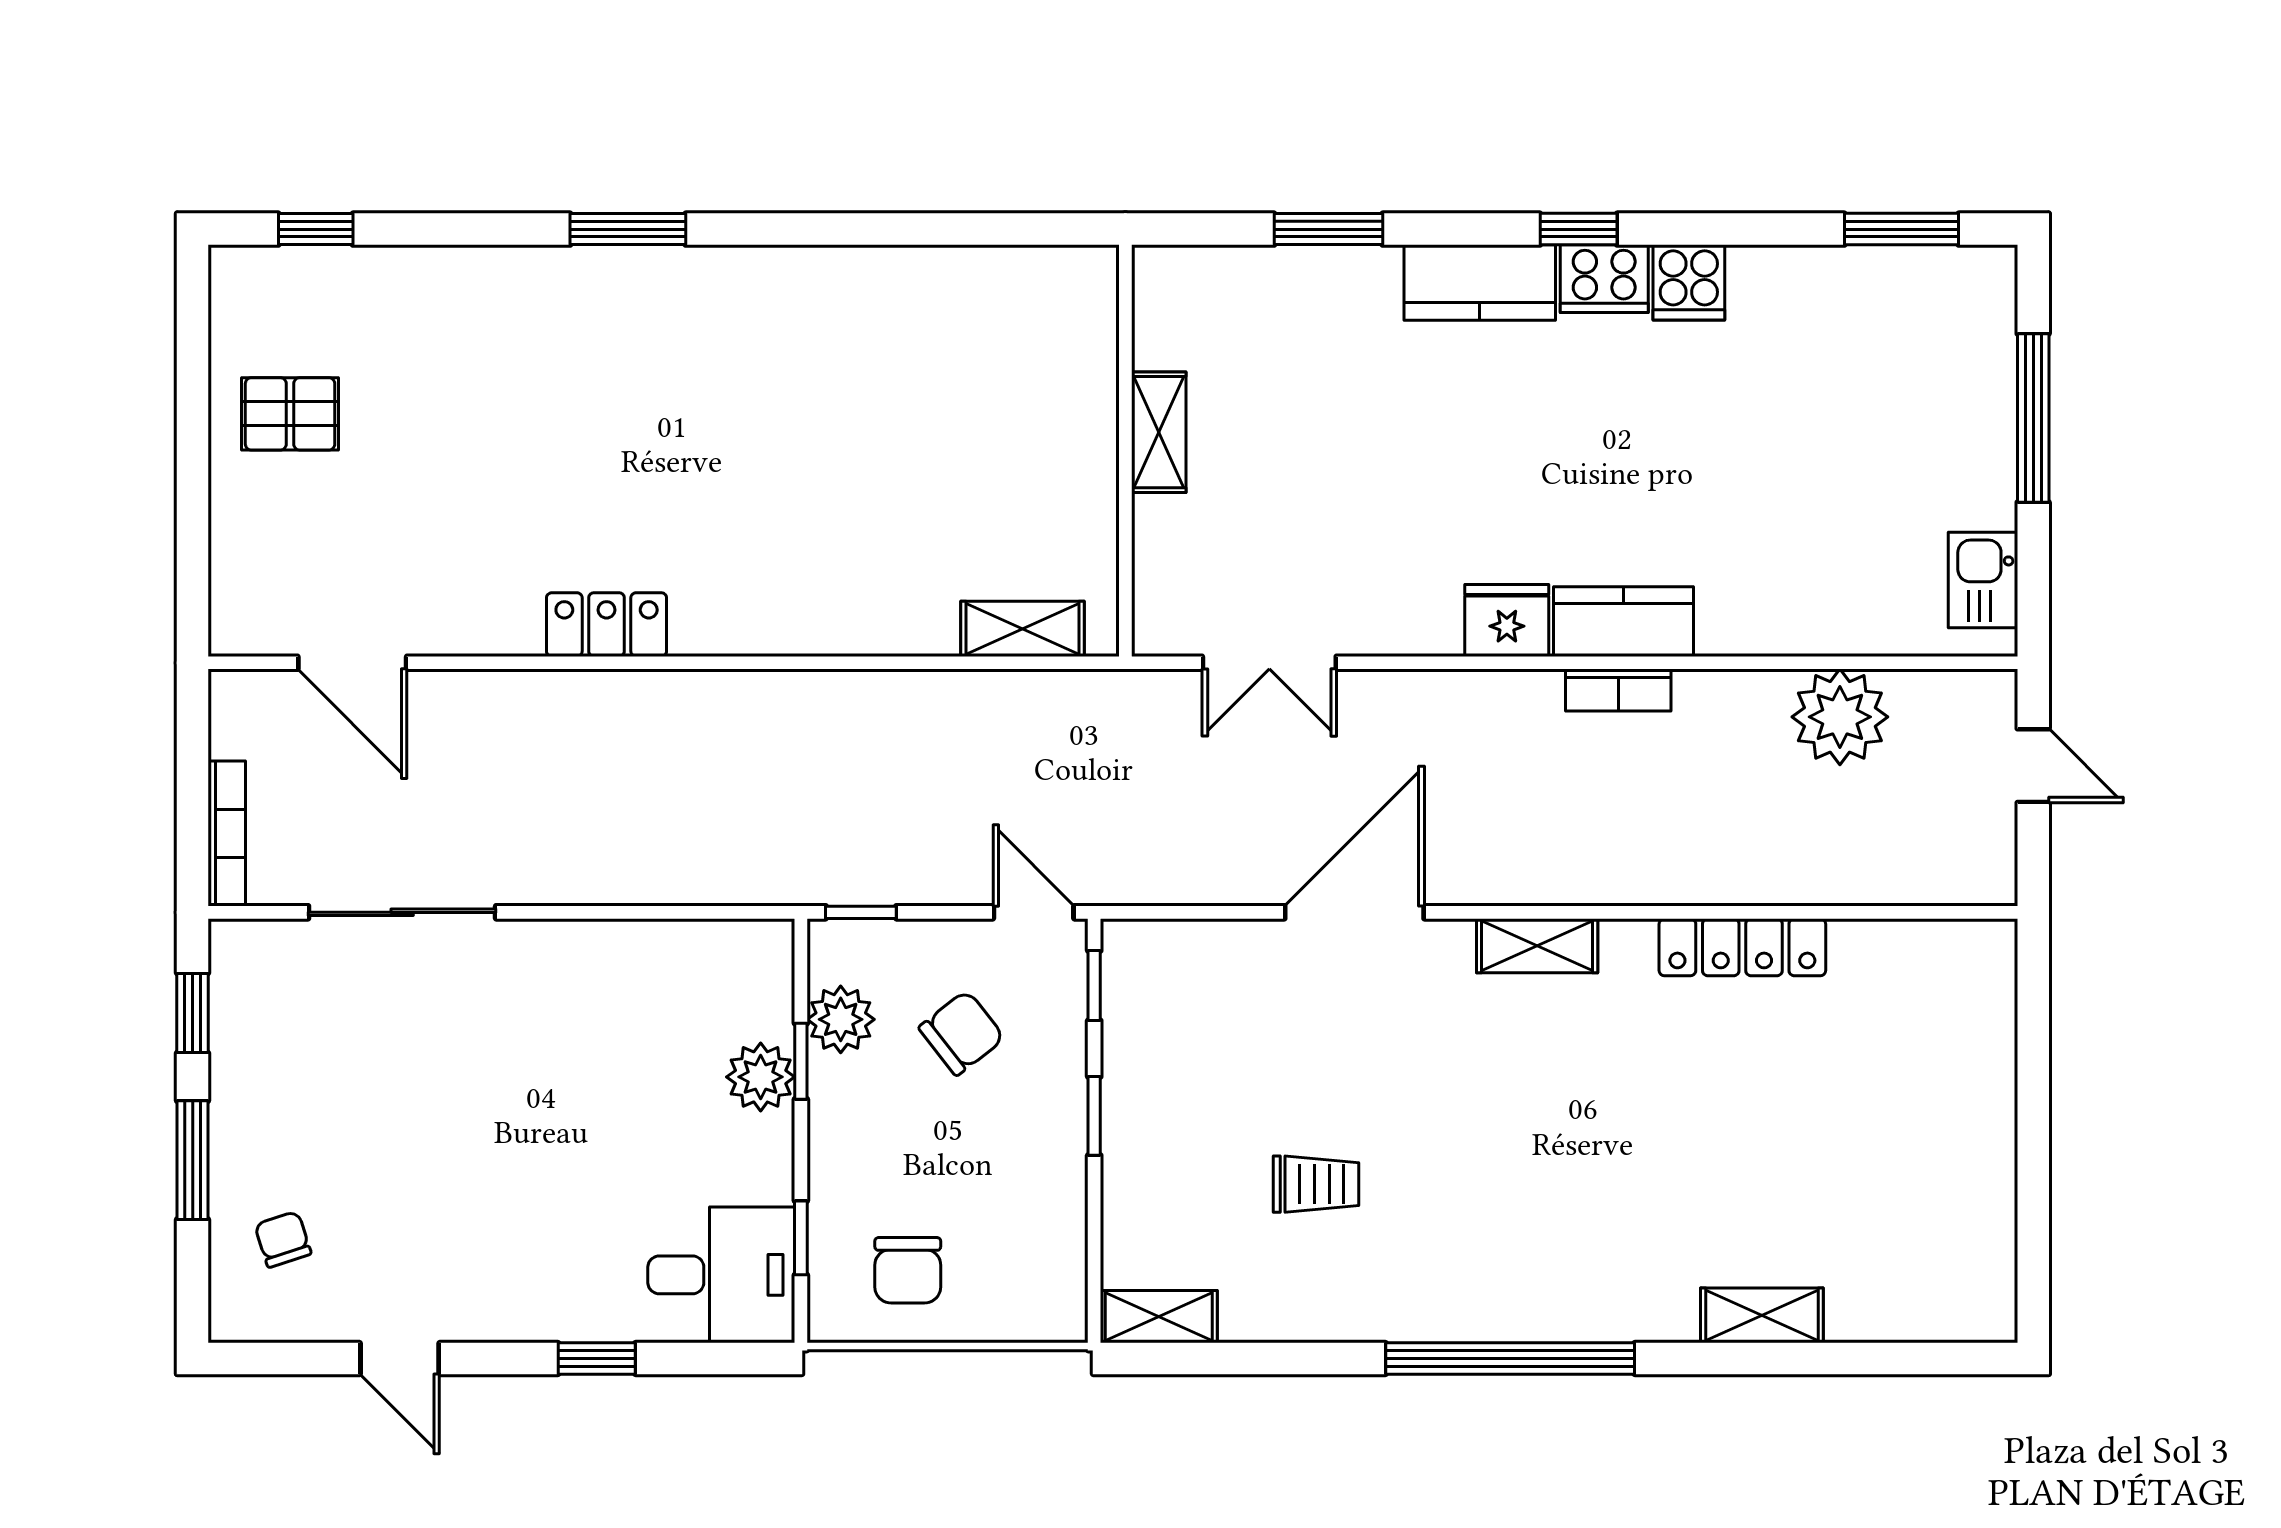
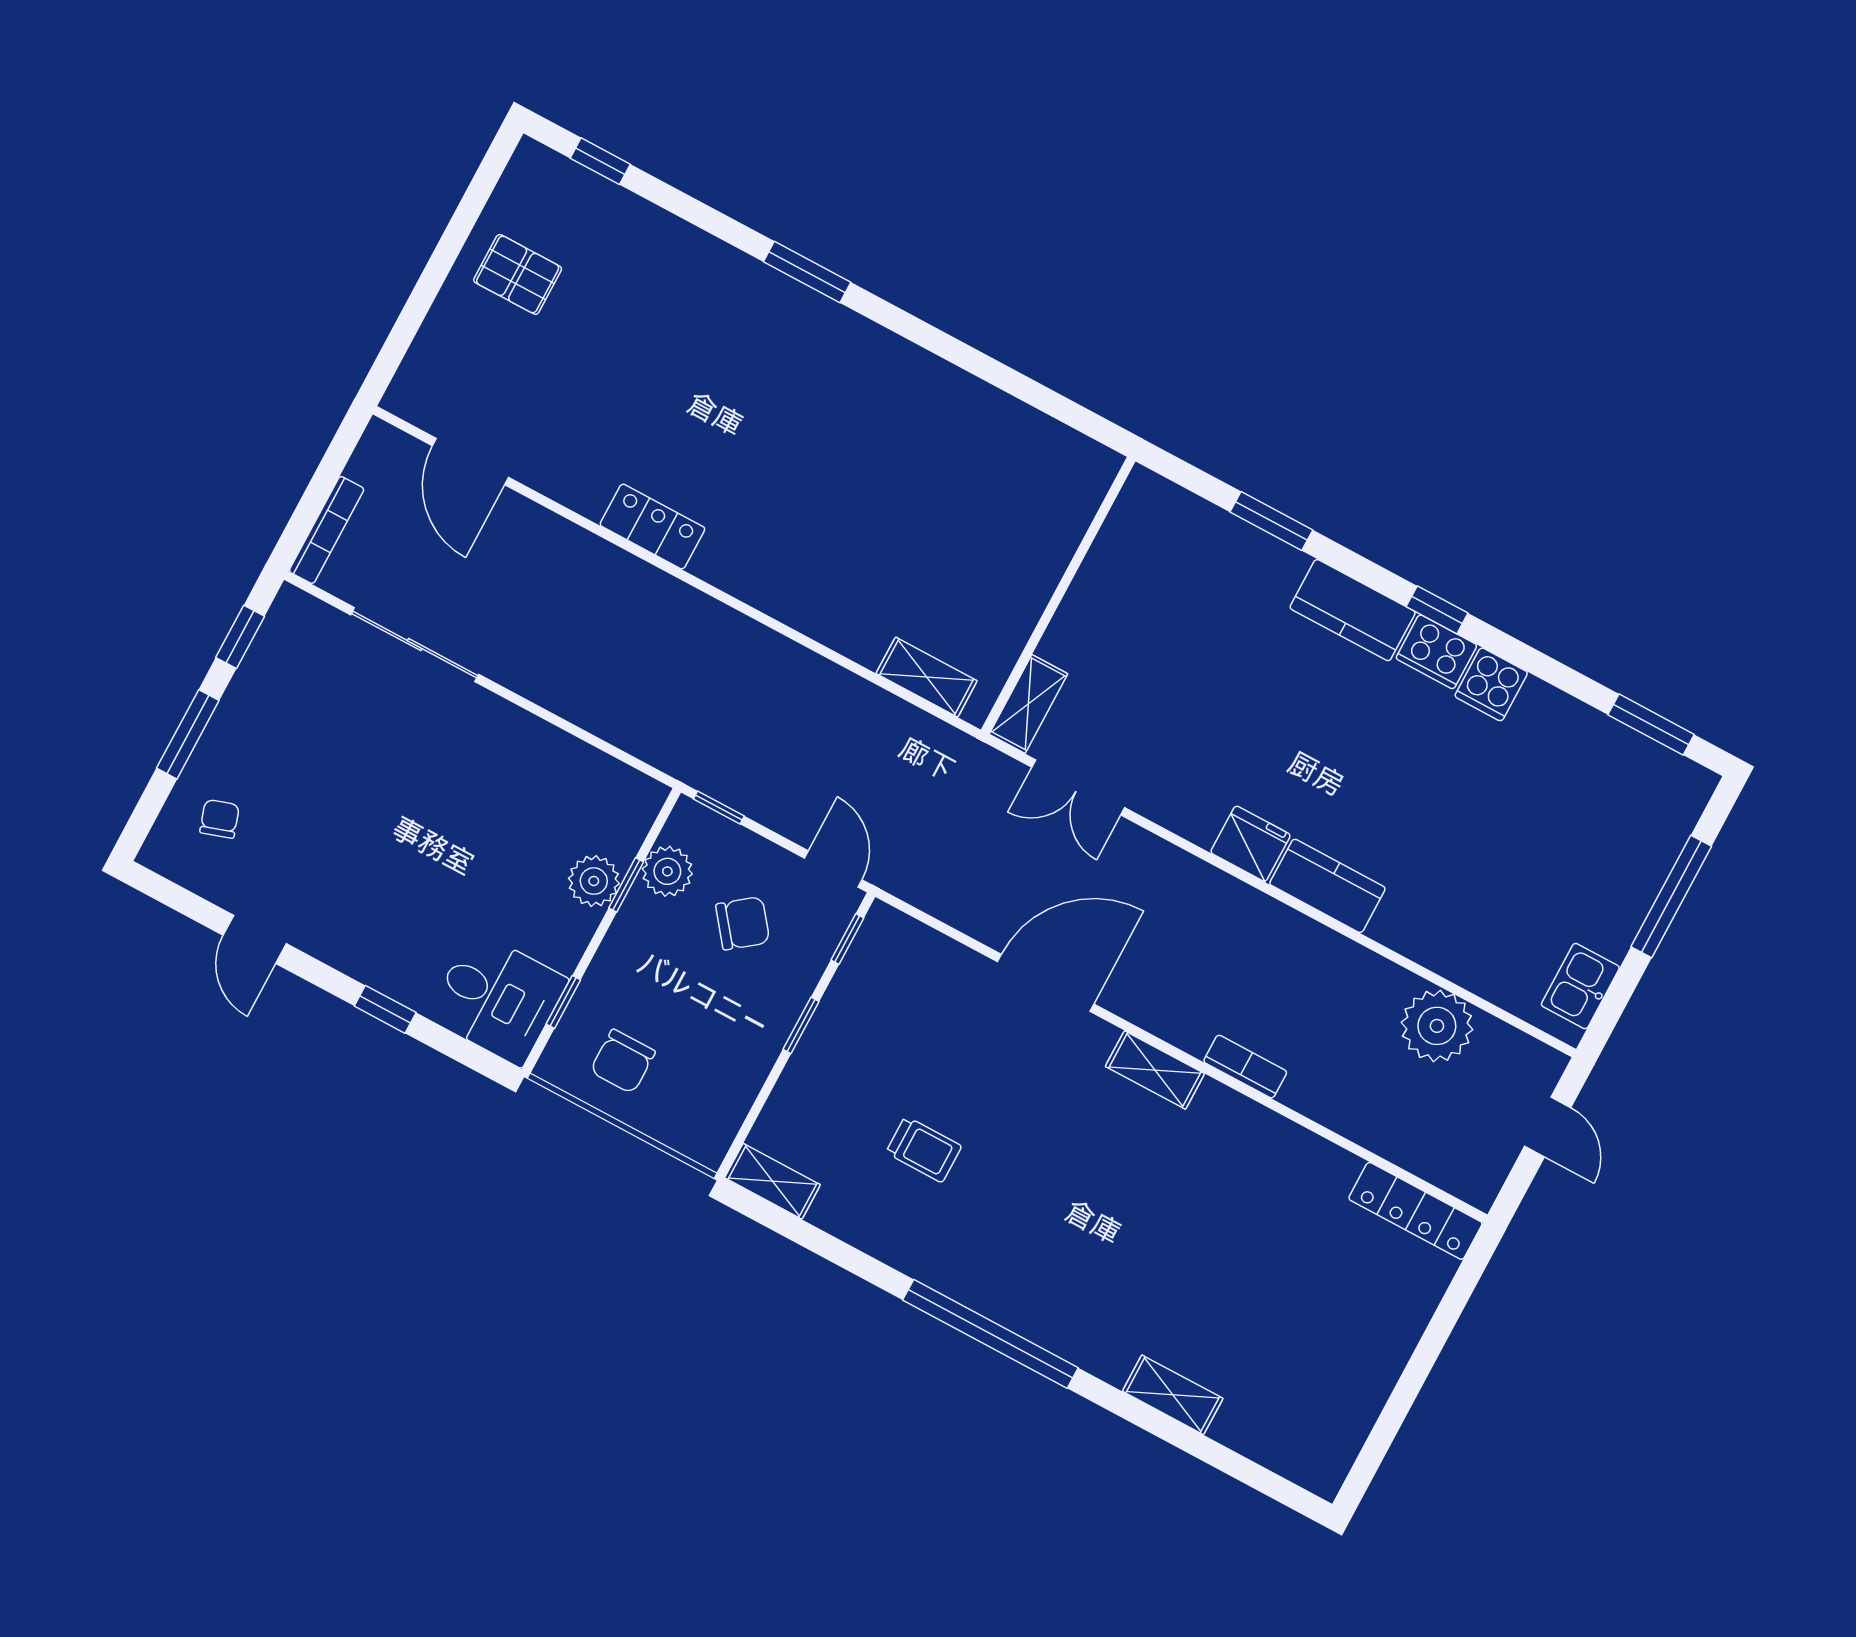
shelving: (1159, 432) -> (1028, 704), moved
bookcase: (1618, 690) -> (1245, 1067), moved, turned 180
locker: (1742, 947) -> (1415, 1211), moved

